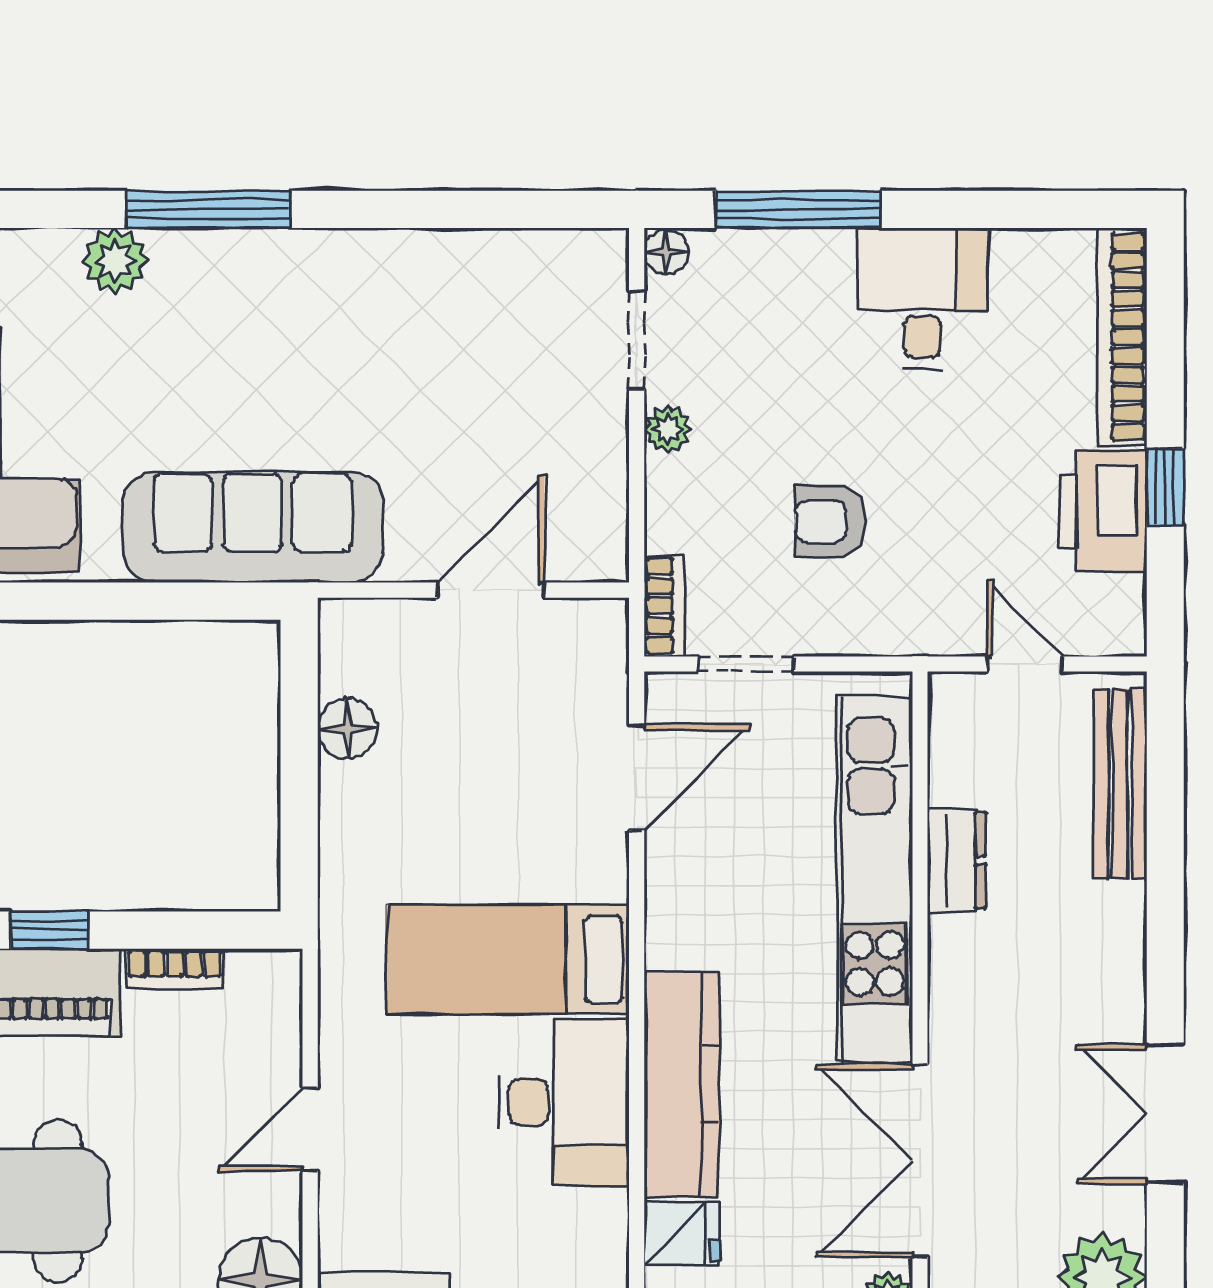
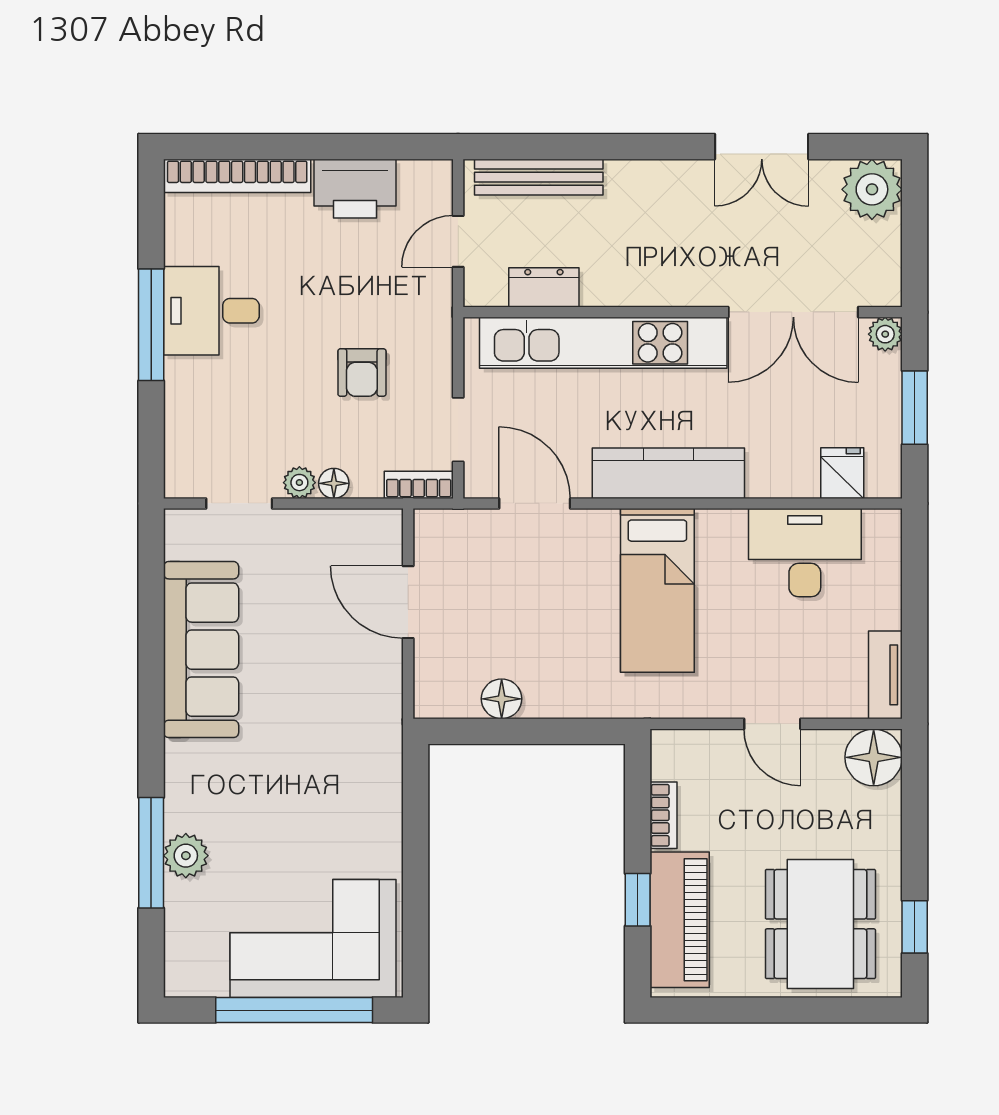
window: (208, 209) -> (151, 853), moved
window: (798, 209) -> (151, 325), moved
floor lamp: (666, 252) -> (334, 483), moved
window: (1165, 487) -> (339, 147), removed
sofa: (253, 527) -> (201, 650), moved, turned 180
dresser: (957, 860) -> (544, 287), moved
kitchen counter: (682, 1084) -> (668, 473), moved
desk: (564, 1102) -> (805, 553), moved

